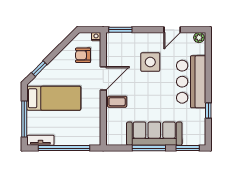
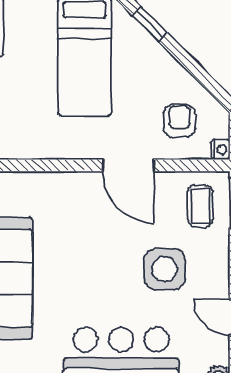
coffee table: (117, 102) -> (200, 206), moved

